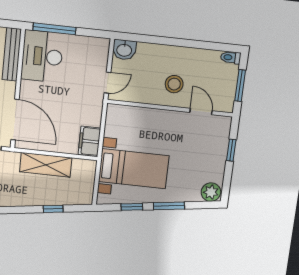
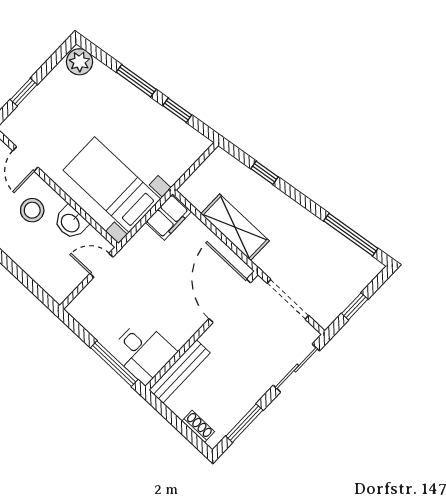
washbasin: (124, 50) -> (71, 223), moved, turned 180
desk: (42, 56) -> (143, 352), width x0.73
bed with nightstands: (134, 169) -> (112, 185), moved

